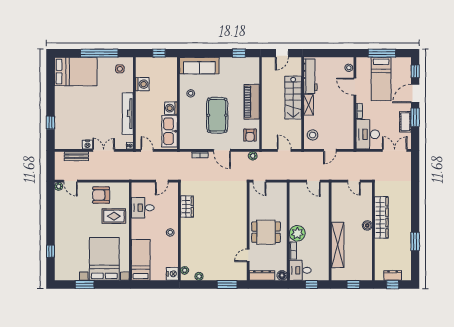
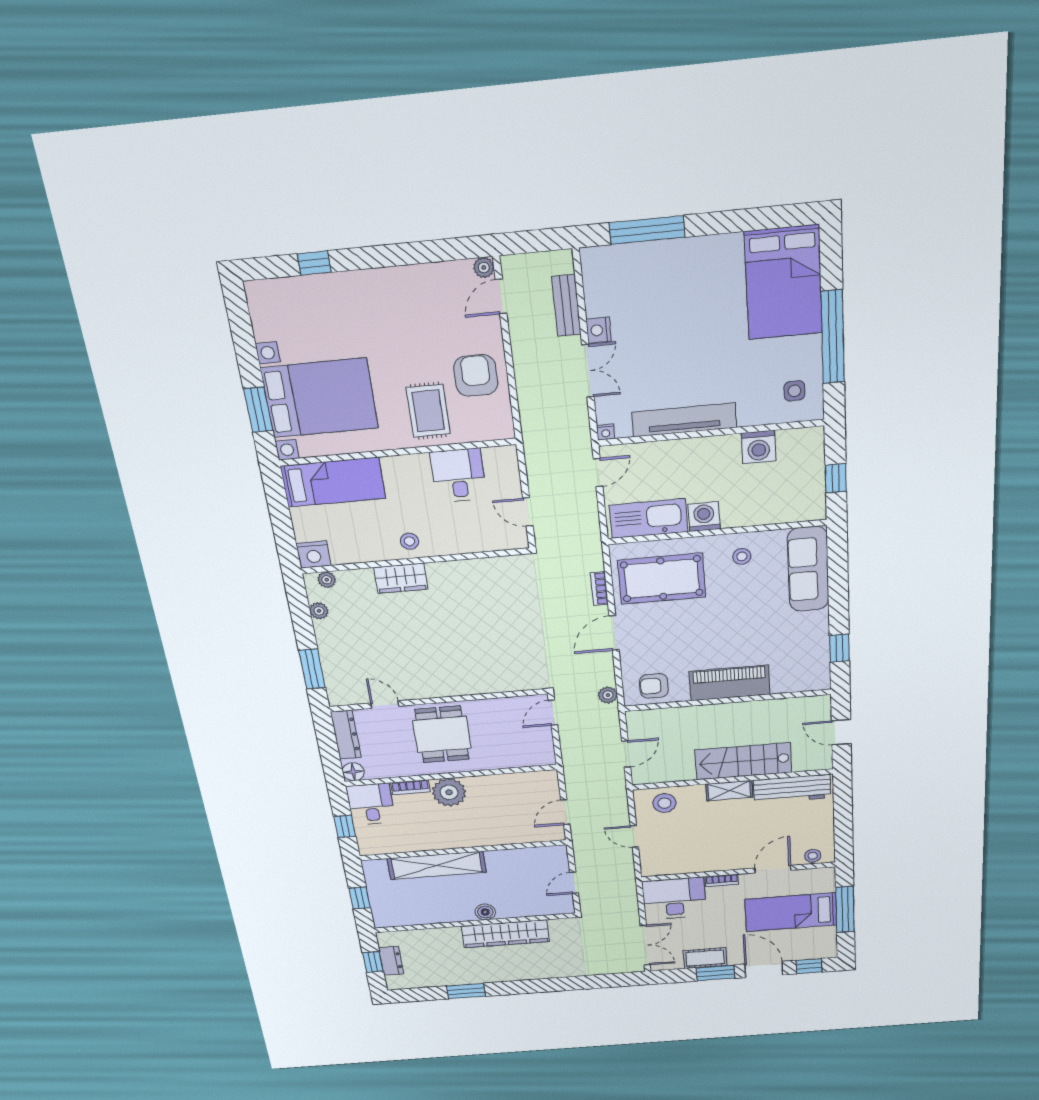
pool table: (217, 115) -> (662, 579), moved
window: (50, 123) -> (647, 230), width x2.17
wardrobe: (187, 207) -> (401, 578), moved
window: (85, 284) -> (258, 410), moved

